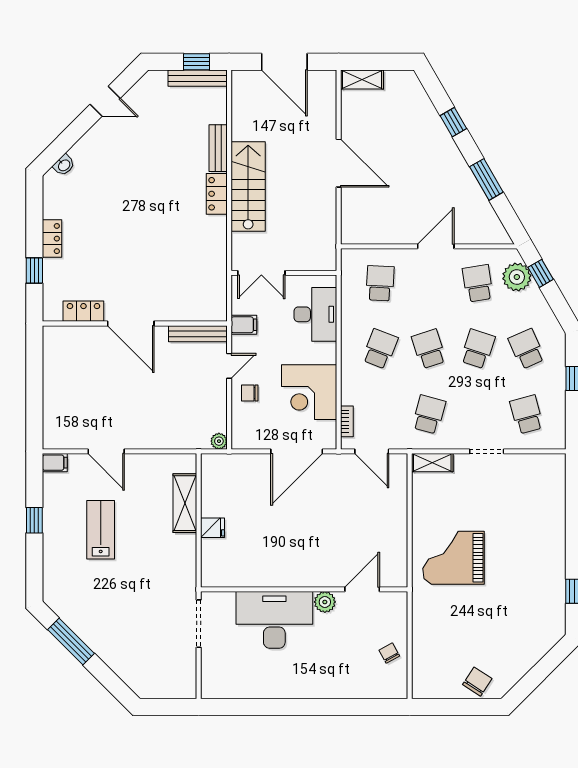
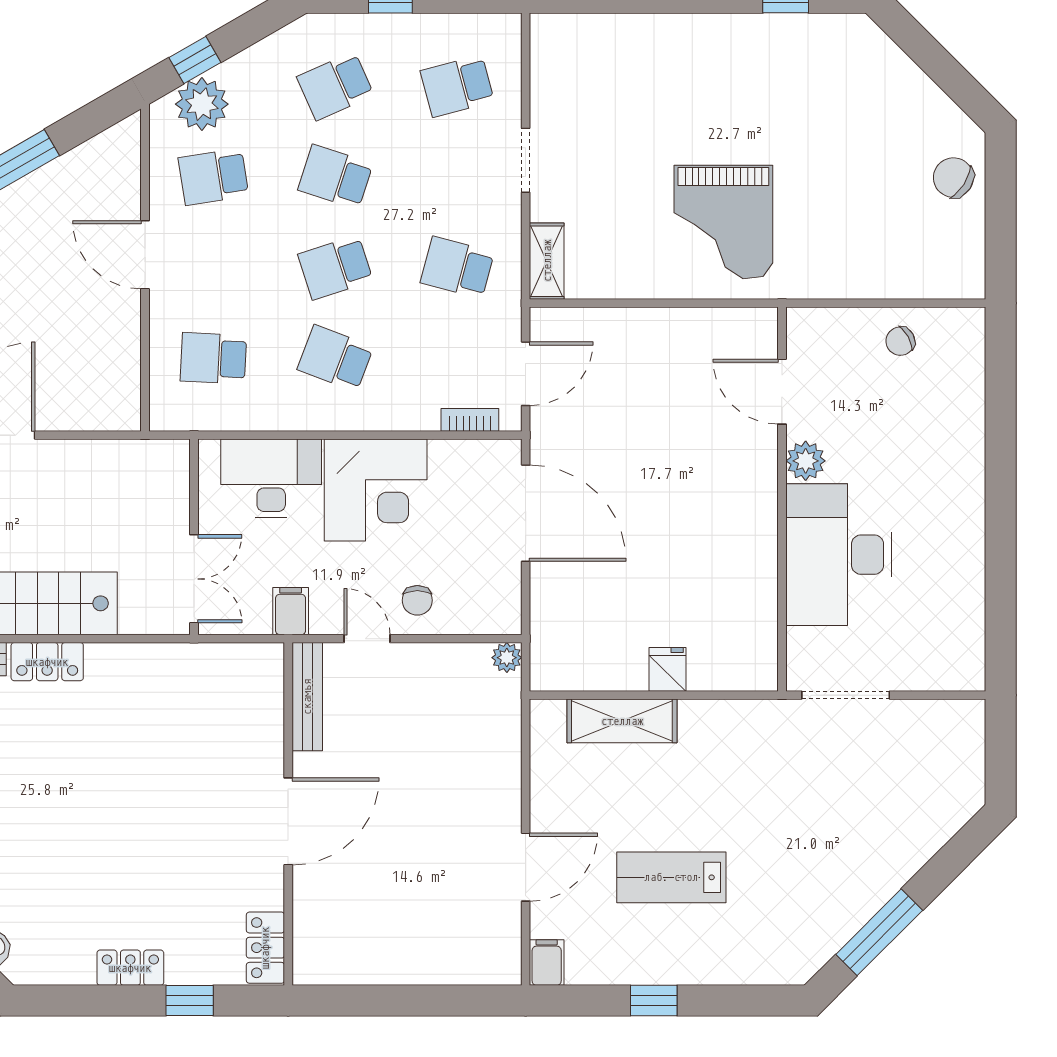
locker: (83, 311) -> (265, 948), moved
corner desk: (309, 392) -> (376, 490), moved

